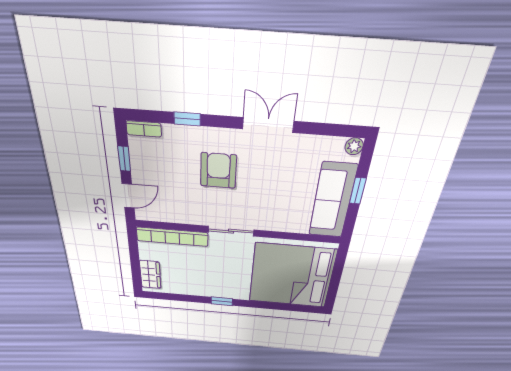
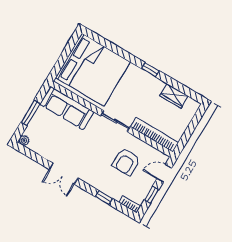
armchair: (218, 171) -> (126, 162), moved
window: (358, 191) -> (31, 113), width x1.50
sofa: (332, 201) -> (67, 108), moved, turned 90
wardrobe: (150, 275) -> (174, 96), moved, turned -90

